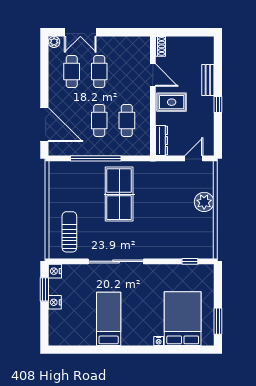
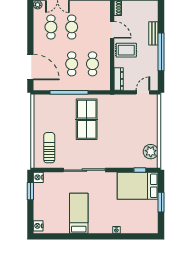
window: (218, 105) -> (161, 52), width x3.17
plant: (204, 202) -> (151, 152), moved
nightstand: (55, 302) -> (38, 226), moved
bed: (183, 319) -> (138, 186), moved, turned -90
window: (218, 321) -> (161, 202), moved

